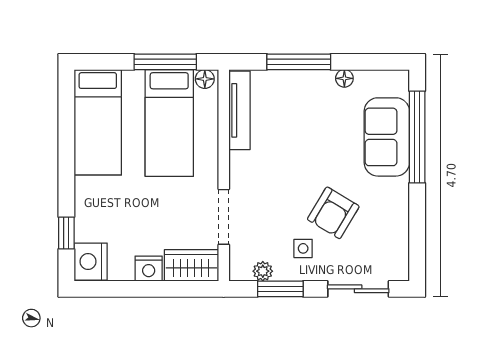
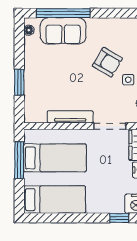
window: (299, 62) -> (19, 82), width x0.69
floor lamp: (344, 78) -> (29, 30), moved
floor lamp: (205, 79) -> (29, 137), removed
tv unit: (240, 110) -> (70, 117), moved

